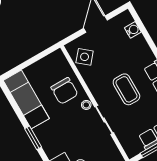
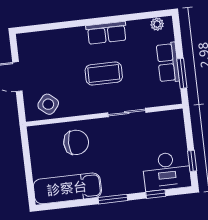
water cooler: (133, 30) -> (41, 38), removed
stool: (86, 105) -> (102, 125), removed

